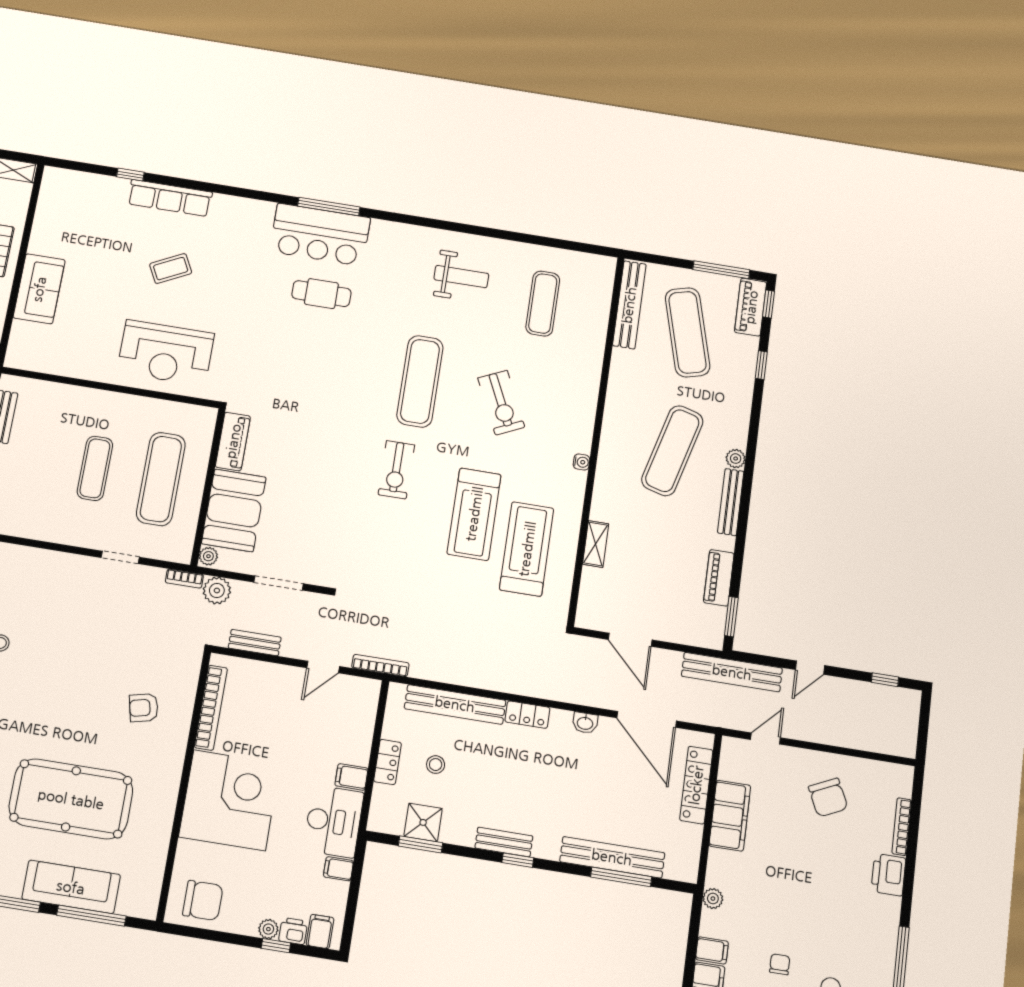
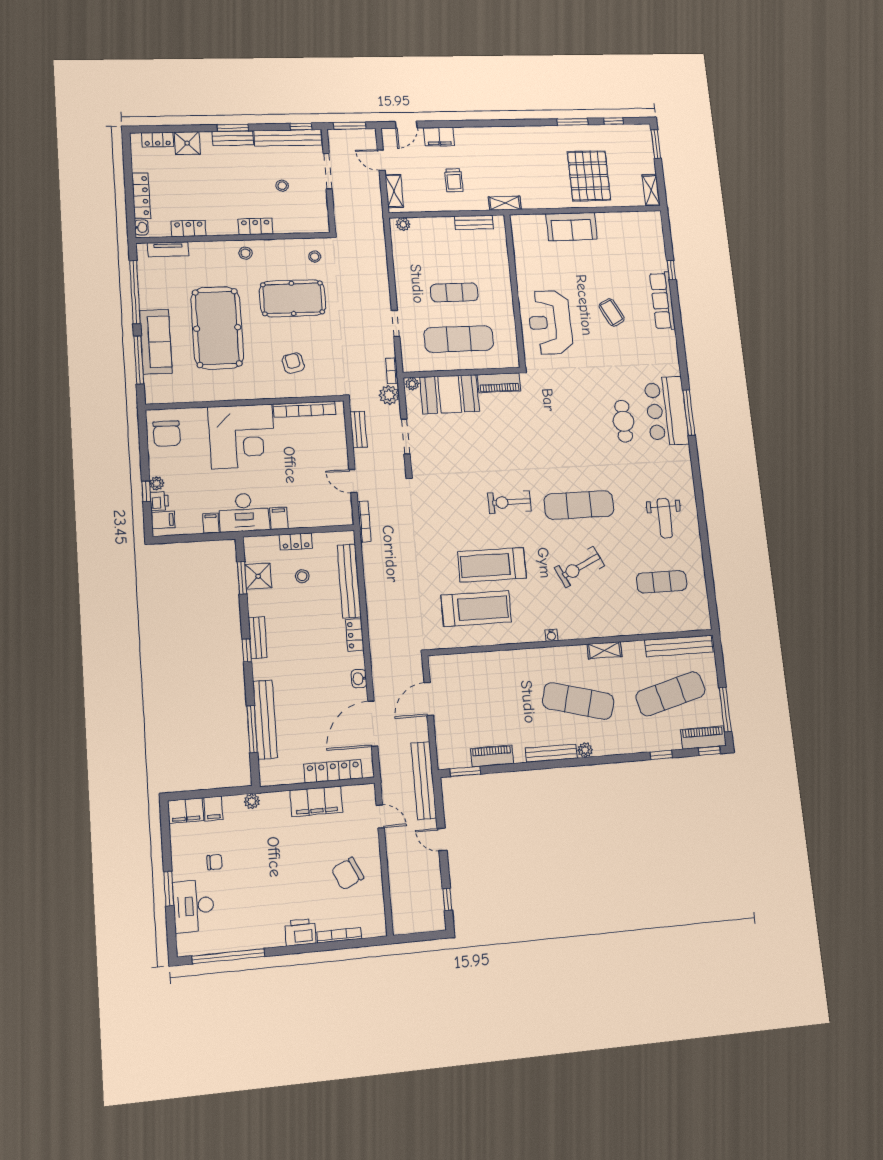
shelving: (596, 544) -> (604, 650), moved
pool table: (53, 687) -> (293, 298), added

